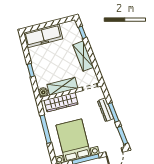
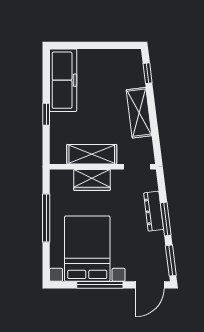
freezer: (43, 36) -> (63, 80), moved, turned -90
boiler: (43, 92) -> (58, 156), removed
wardrobe: (61, 102) -> (92, 180), width x0.67

